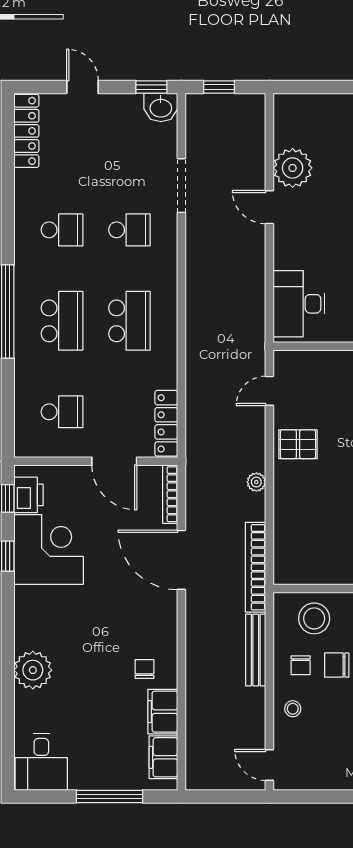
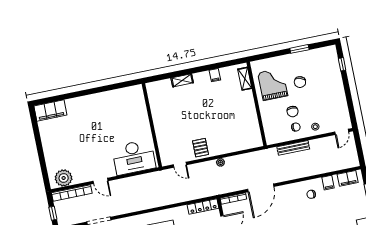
plant: (293, 168) -> (64, 178), moved
door: (269, 207) -> (100, 181), hinge flipped
desk: (299, 304) -> (134, 157), width x1.36, depth x1.30
bookcase: (256, 567) -> (72, 193), moved
stool: (314, 618) -> (274, 125), removed
filing cabinet: (163, 712) -> (328, 183), width x0.50

